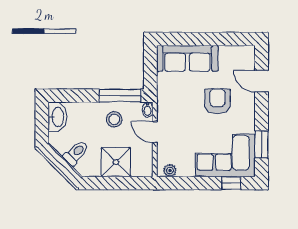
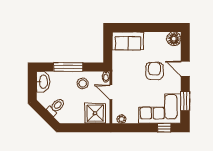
floor lamp: (245, 55) -> (174, 39), added
sofa: (187, 58) -> (128, 41), width x0.73
door: (261, 81) -> (185, 69), moved
window: (120, 96) -> (68, 67), moved
shower: (116, 162) -> (95, 113), moved

